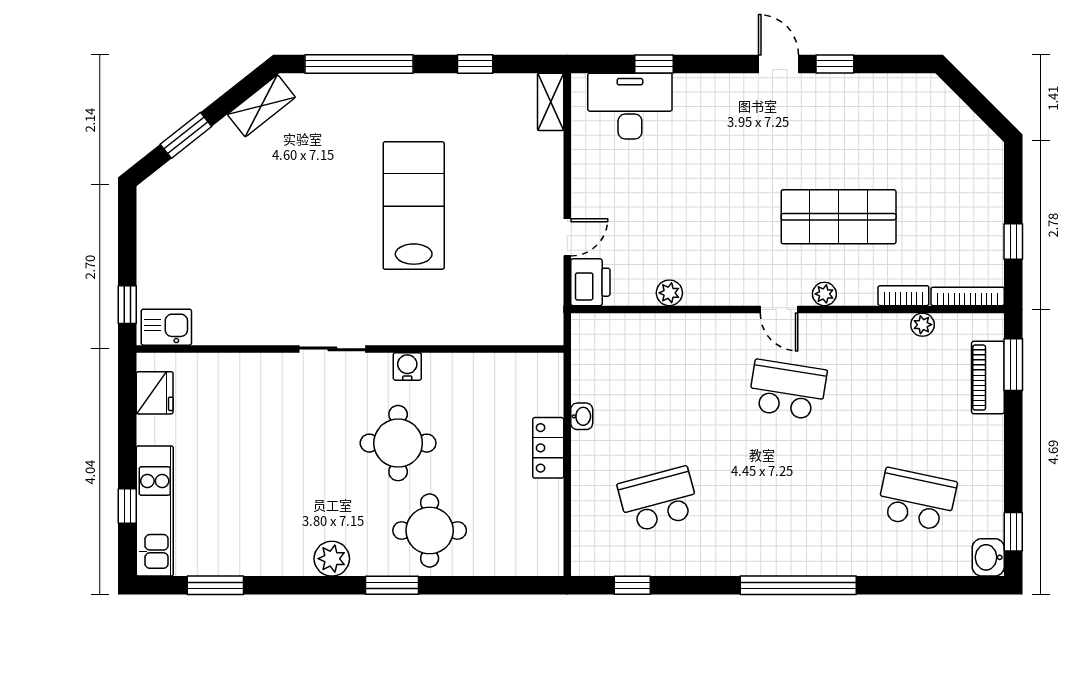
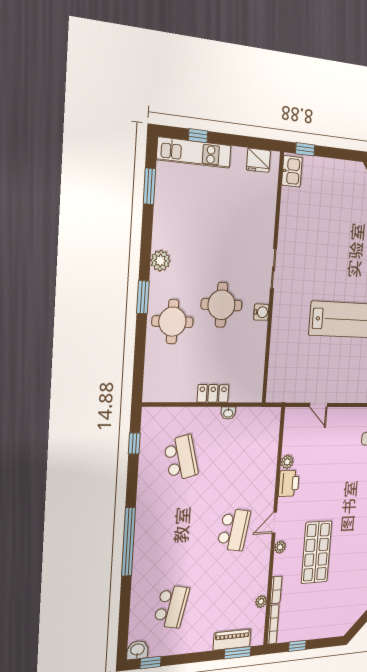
printer: (590, 282) -> (289, 483), moved, turned -90

